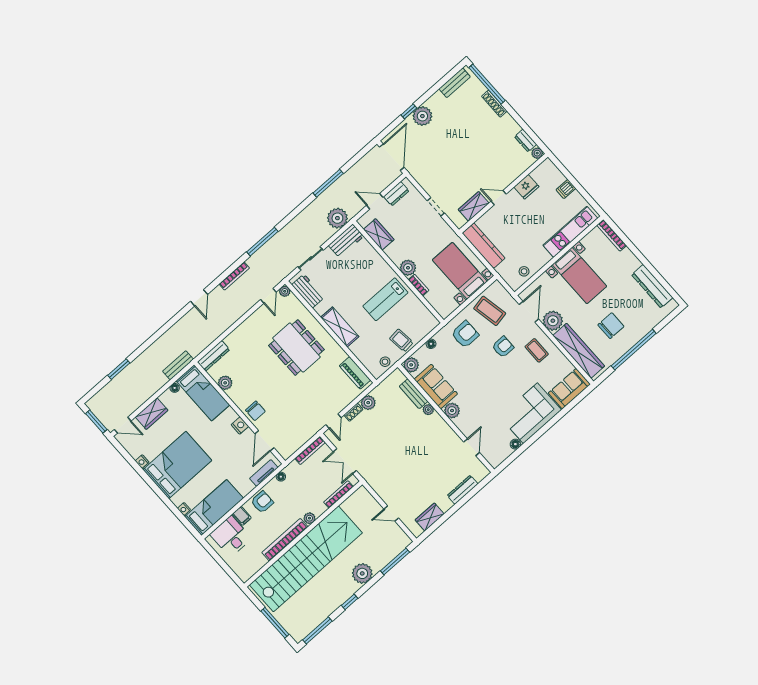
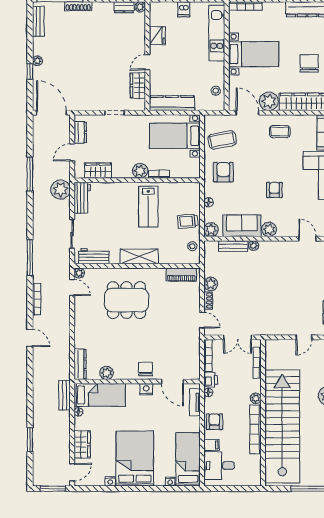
plant: (422, 116) -> (37, 61), width x0.53, depth x0.53
armchair: (503, 347) -> (274, 190), moved
chair: (255, 411) -> (145, 369), turned -90
printer: (293, 470) -> (211, 380), added

